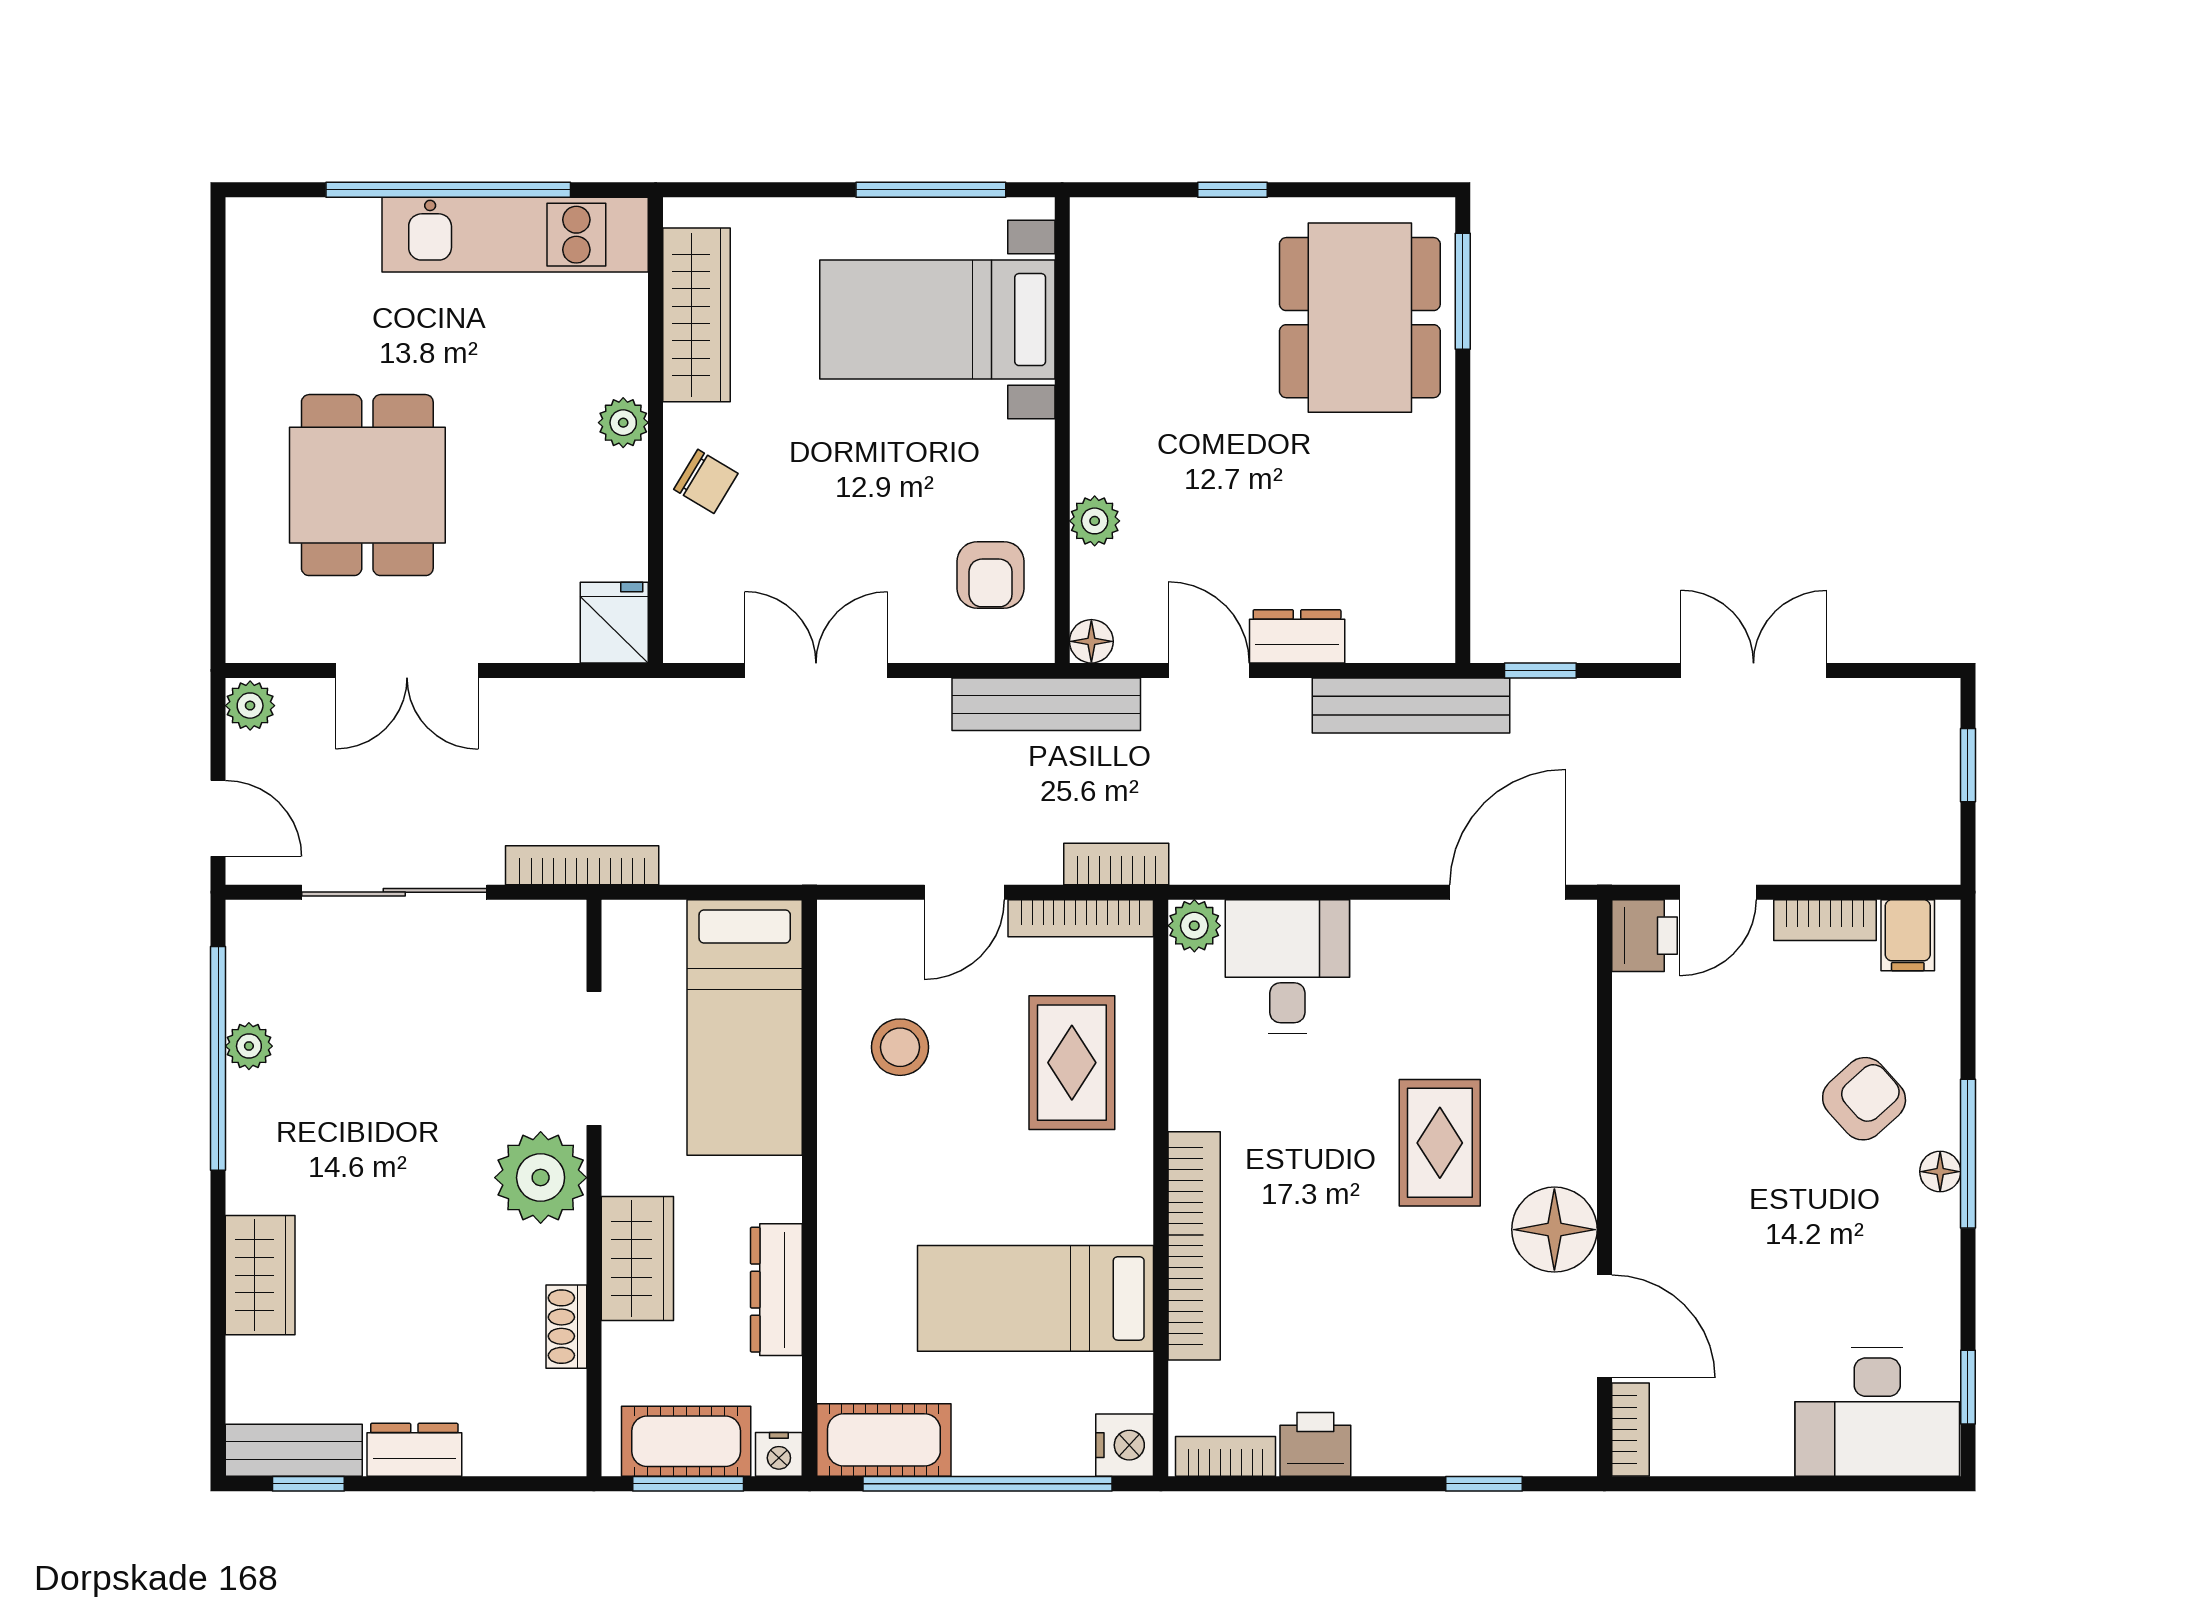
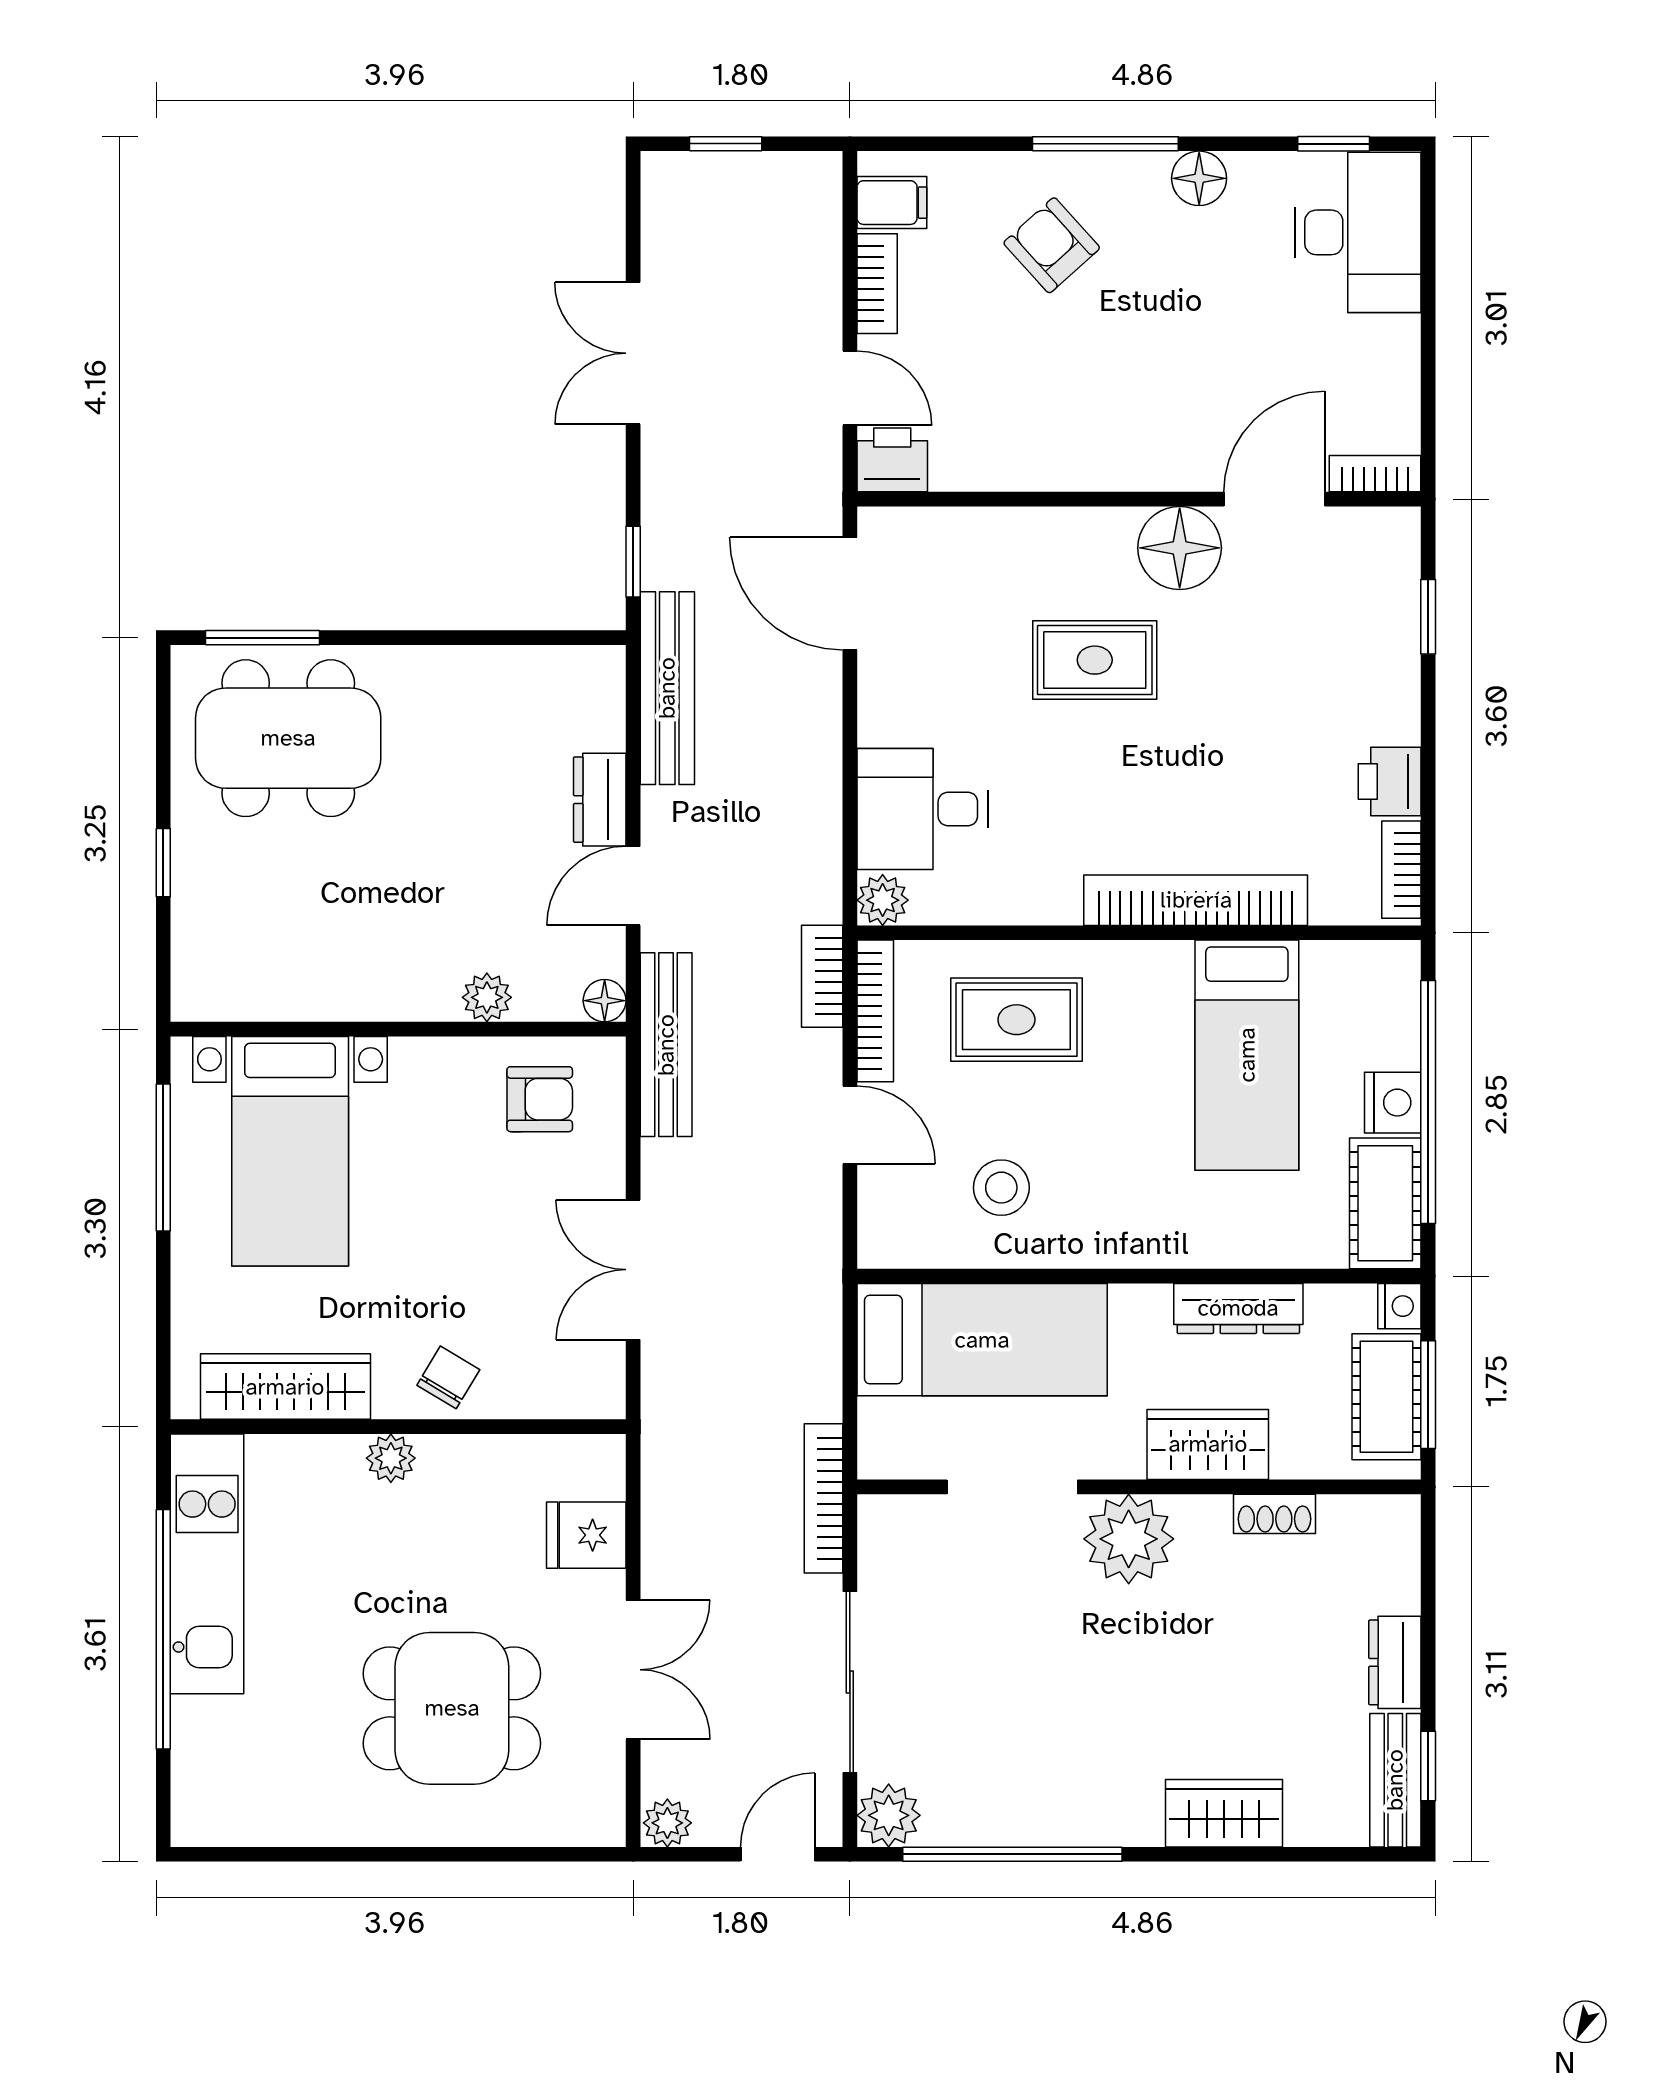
fridge: (614, 623) -> (586, 1535), moved
plant: (249, 1046) -> (889, 1815), moved, width x1.38, depth x1.38
floor lamp: (1940, 1172) -> (1199, 178), moved, width x1.37, depth x1.37
nightstand: (1125, 1445) -> (1393, 1103), moved, turned 90

